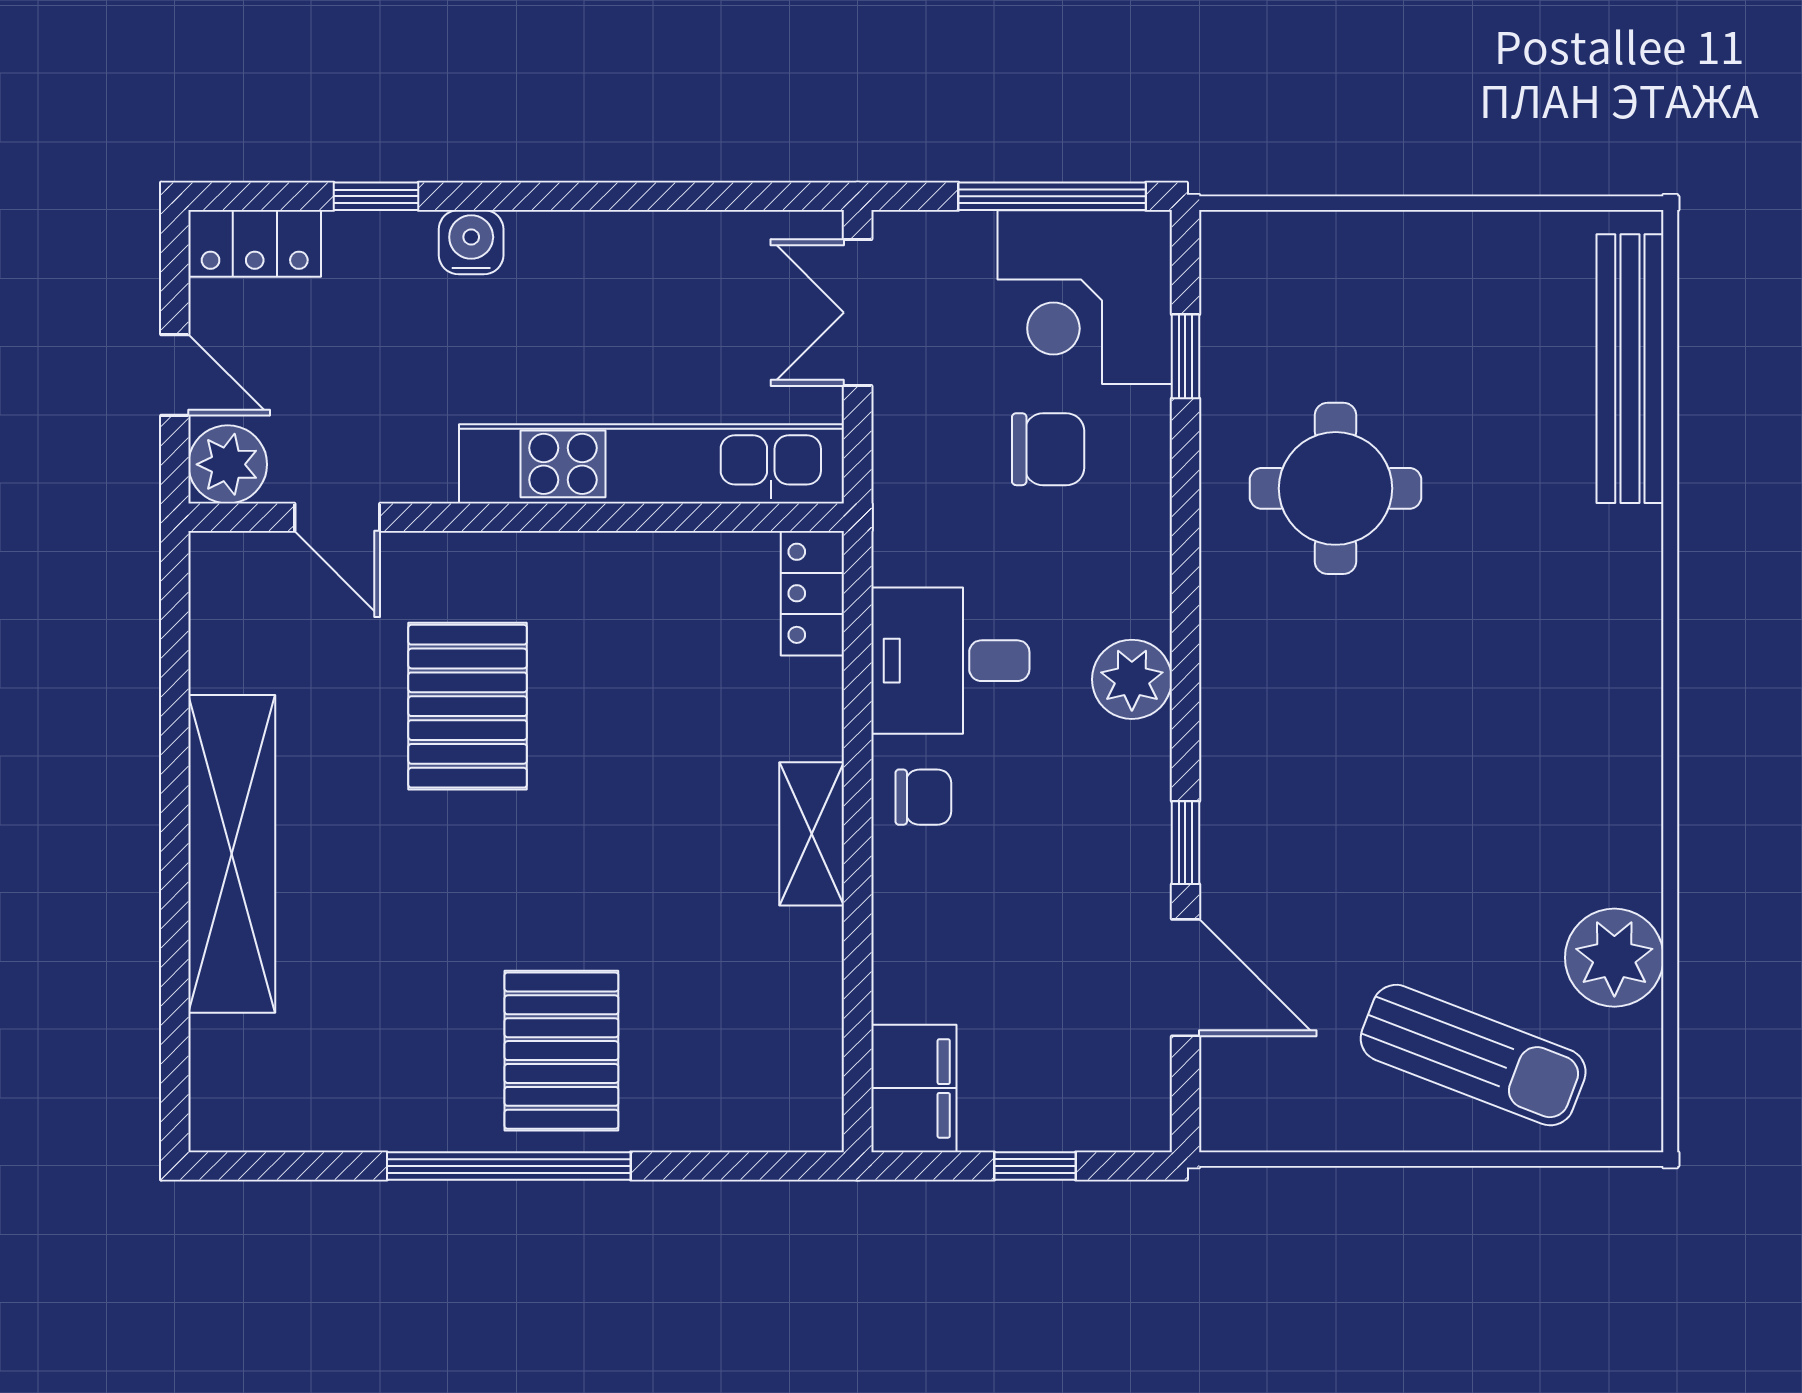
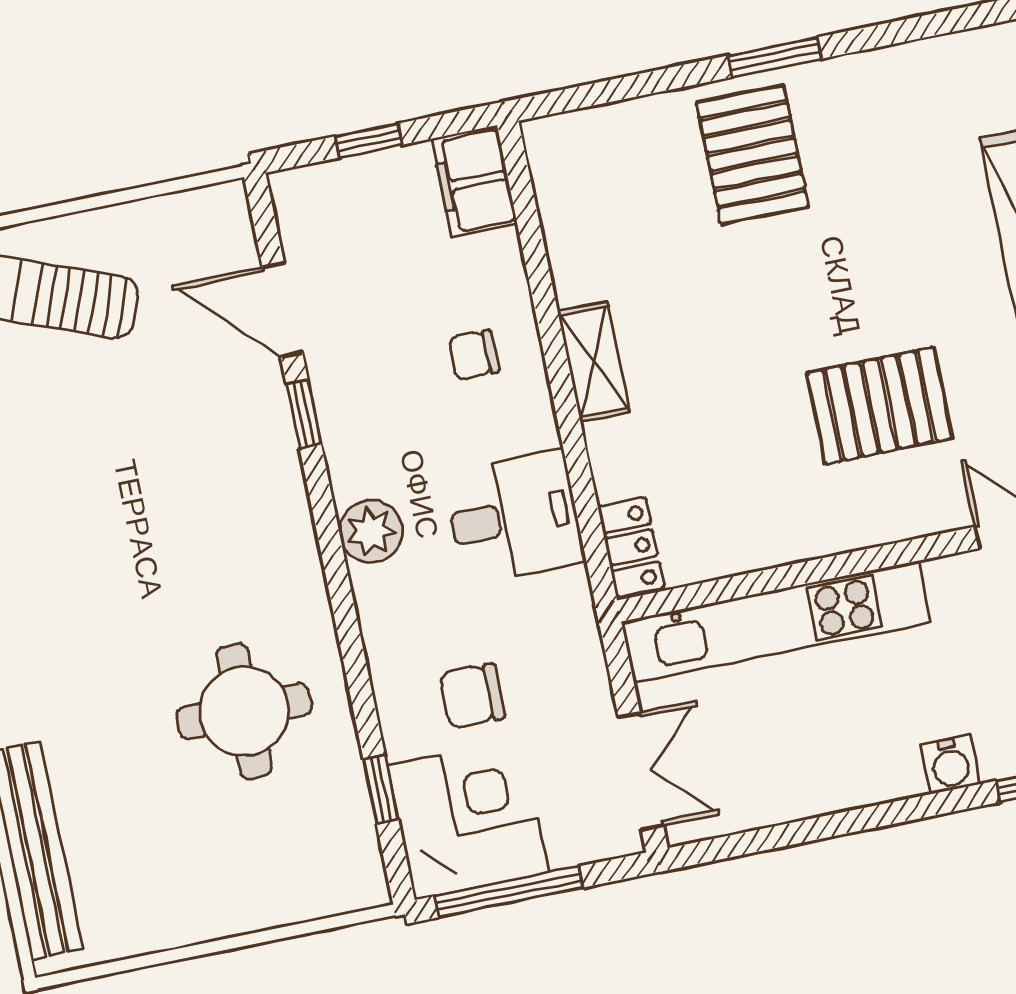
pallet: (468, 706) -> (879, 406), turned 90
chair: (923, 797) -> (474, 355), moved
window: (509, 1166) -> (775, 57), width x0.47

